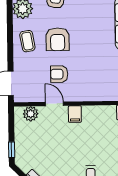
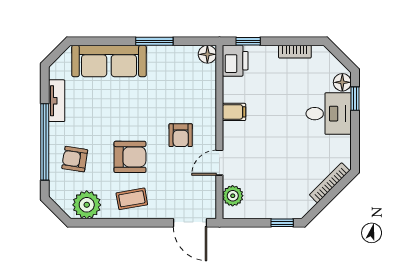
armchair: (59, 74) -> (181, 135), moved
filing cabinet: (75, 114) -> (234, 112), moved

